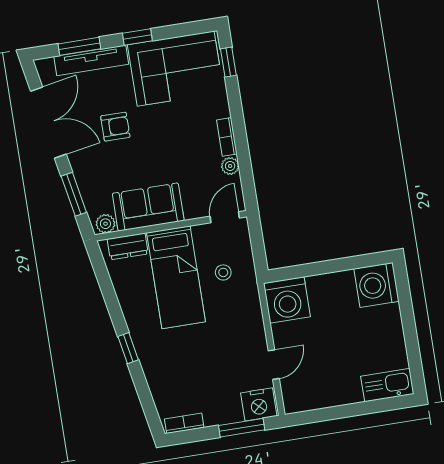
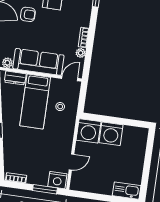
sofa: (148, 207) -> (38, 62), width x1.36
washing machine: (377, 285) -> (111, 134), moved, turned -90

